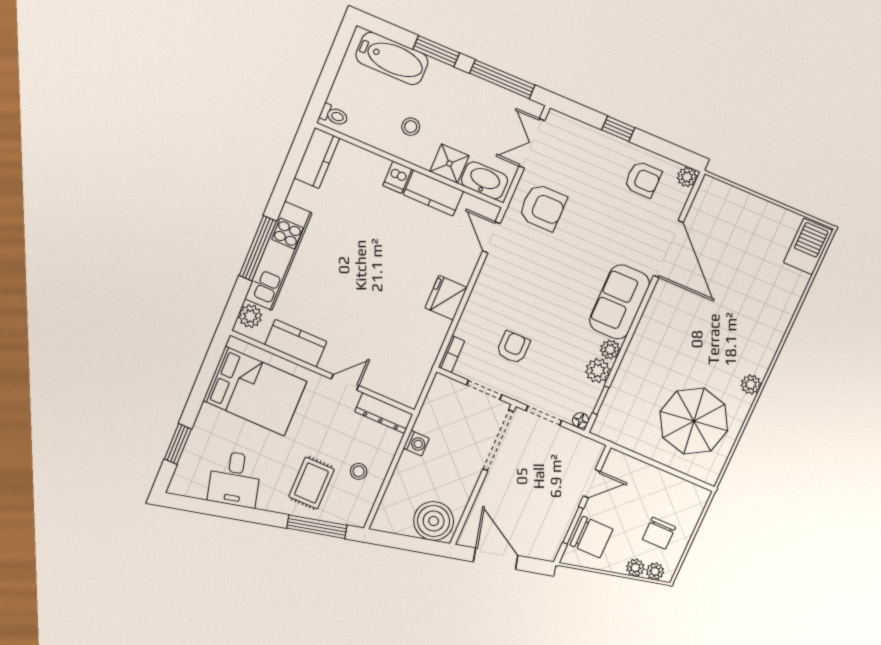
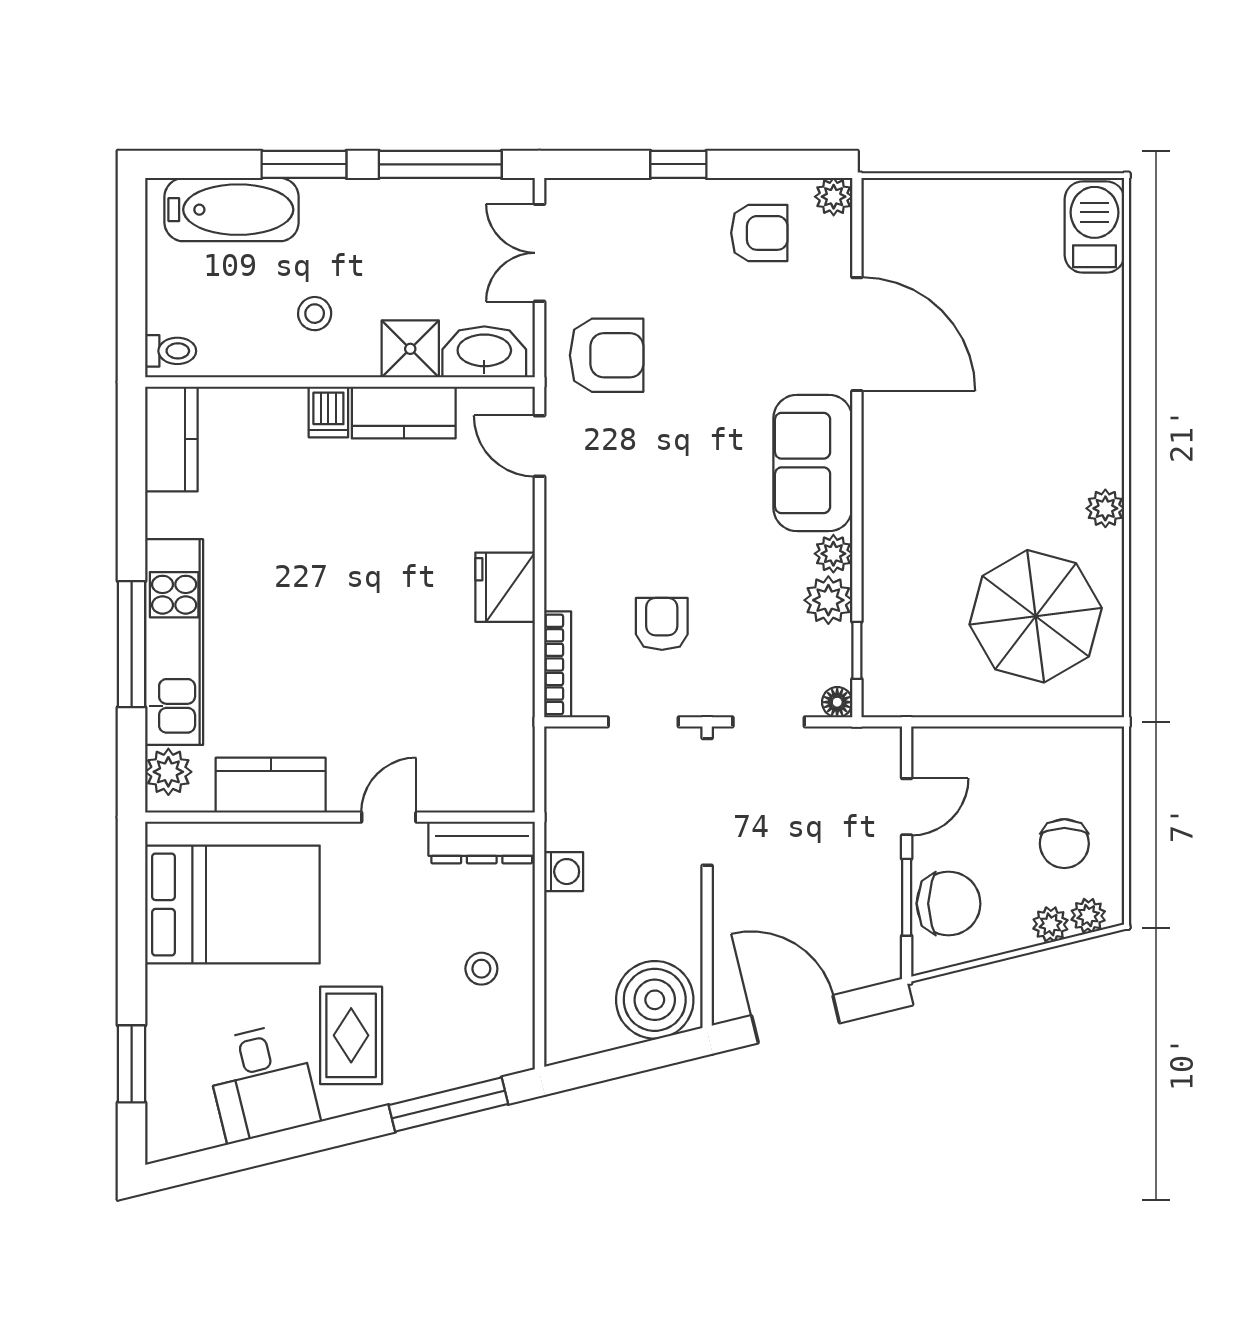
bookcase: (451, 354) -> (558, 664), width x1.56
rug: (311, 483) -> (351, 1035), moved

